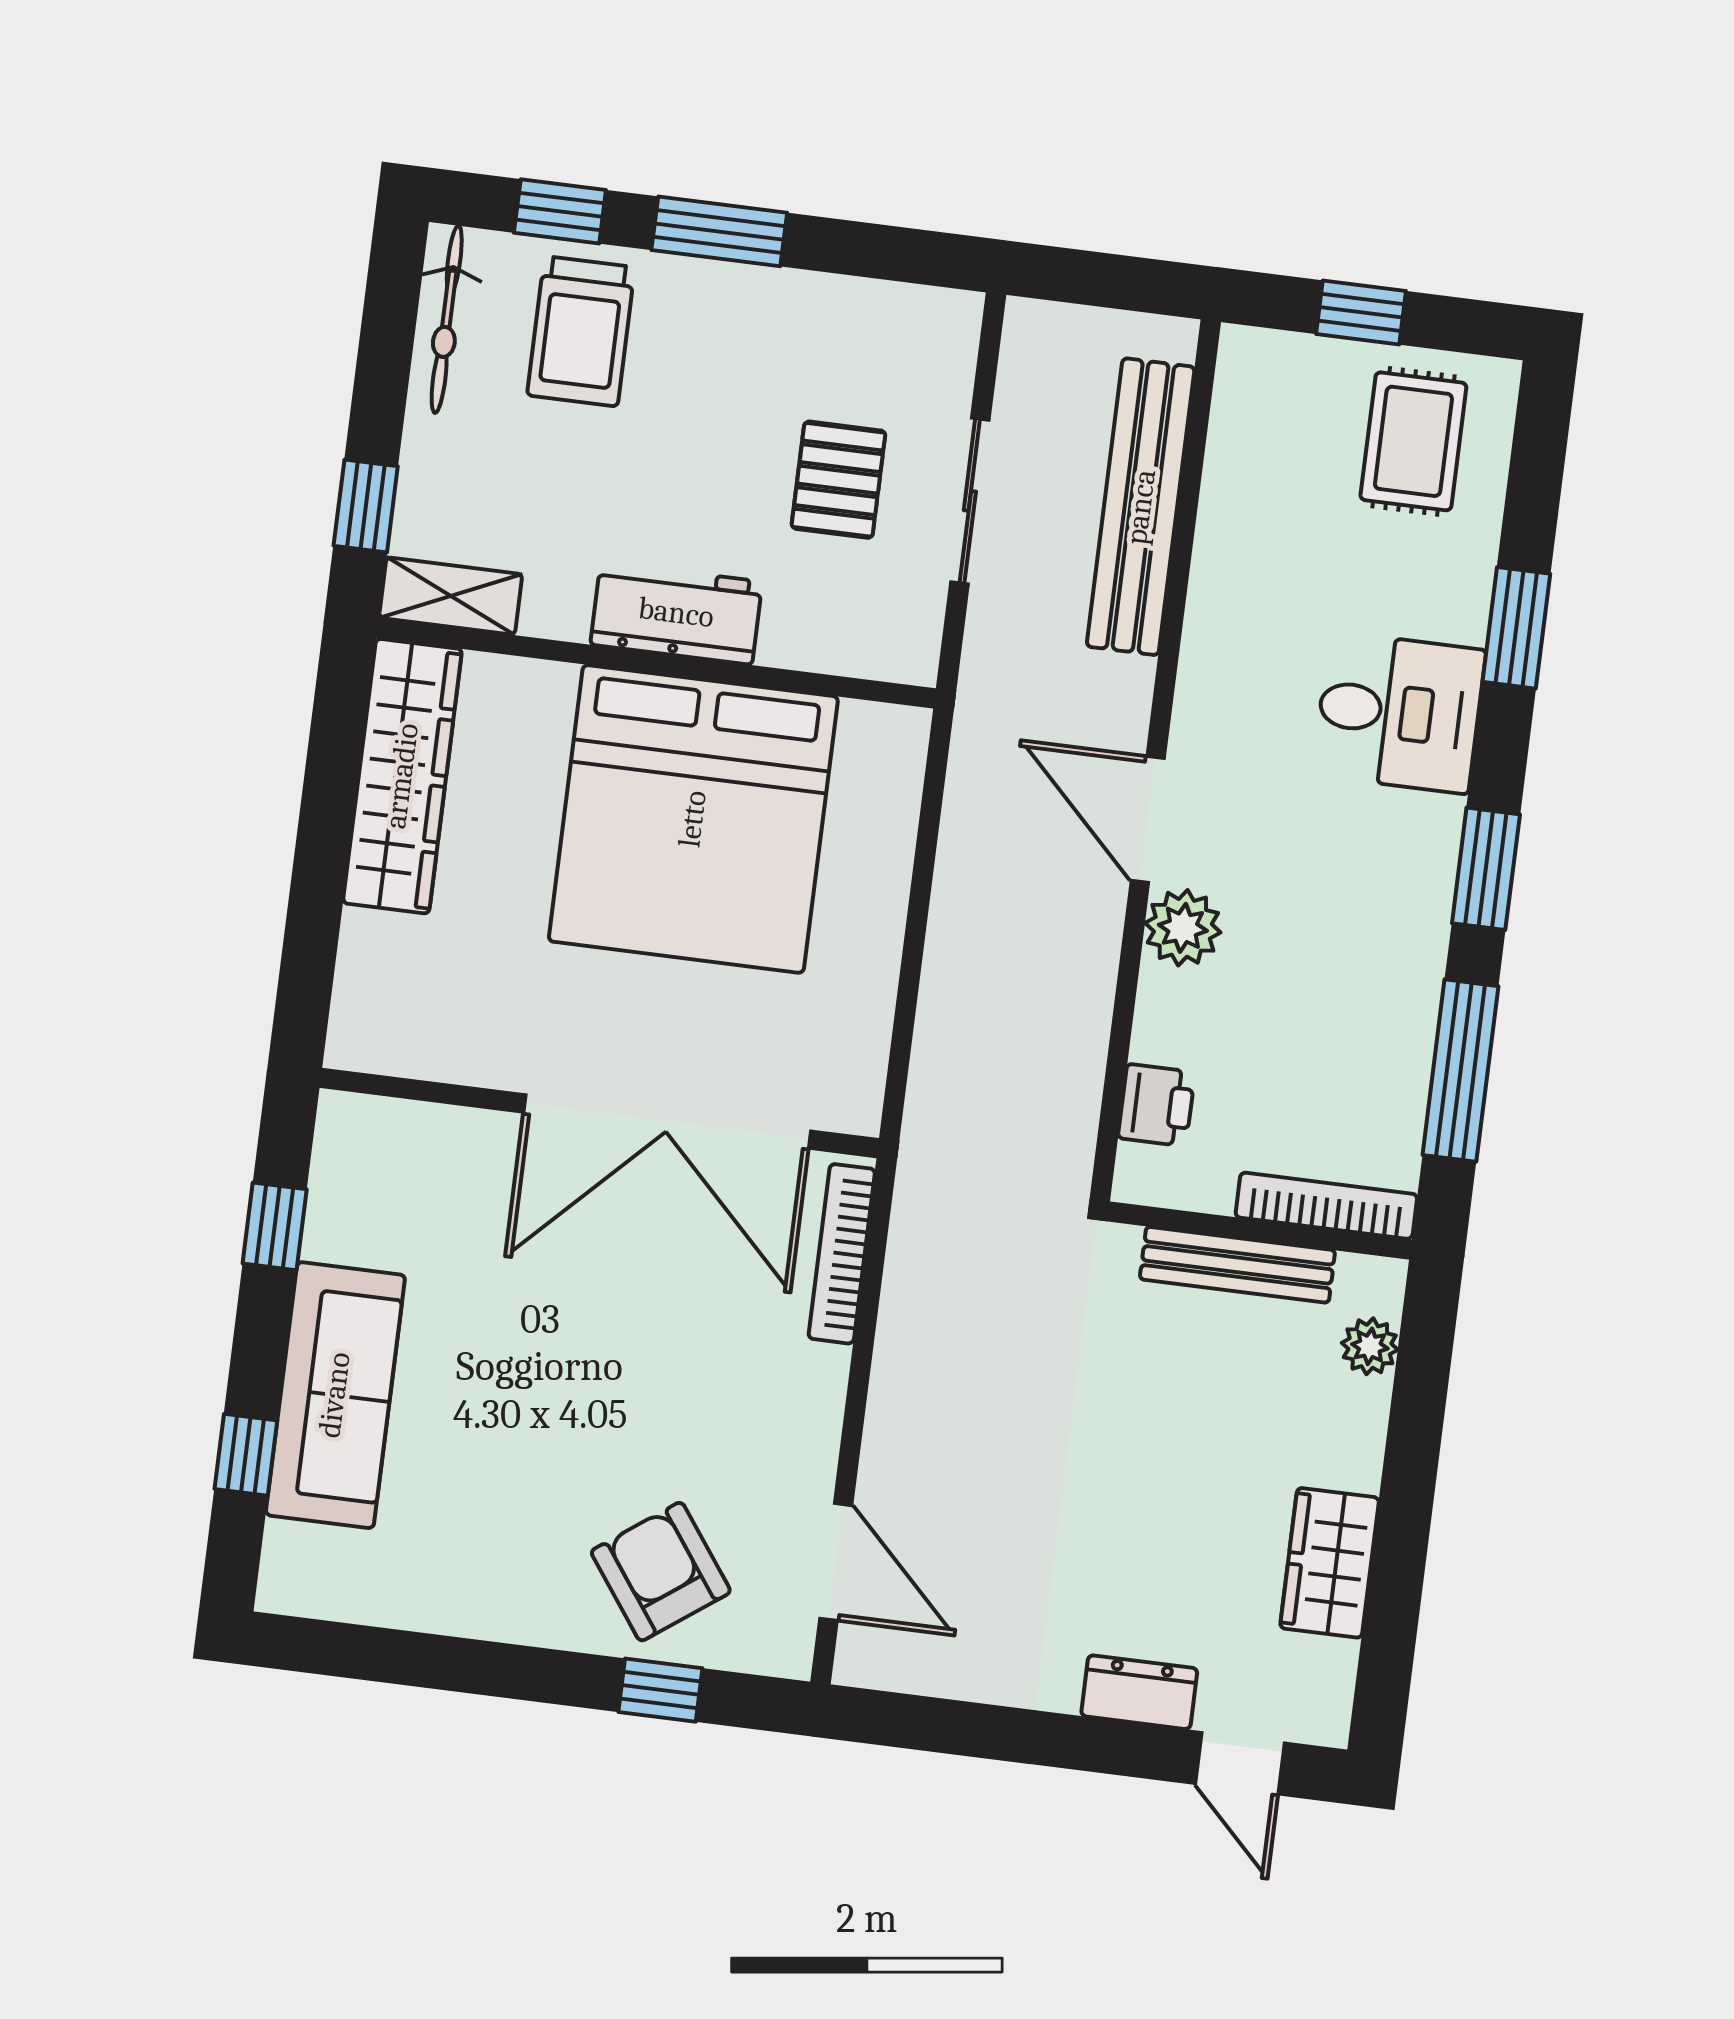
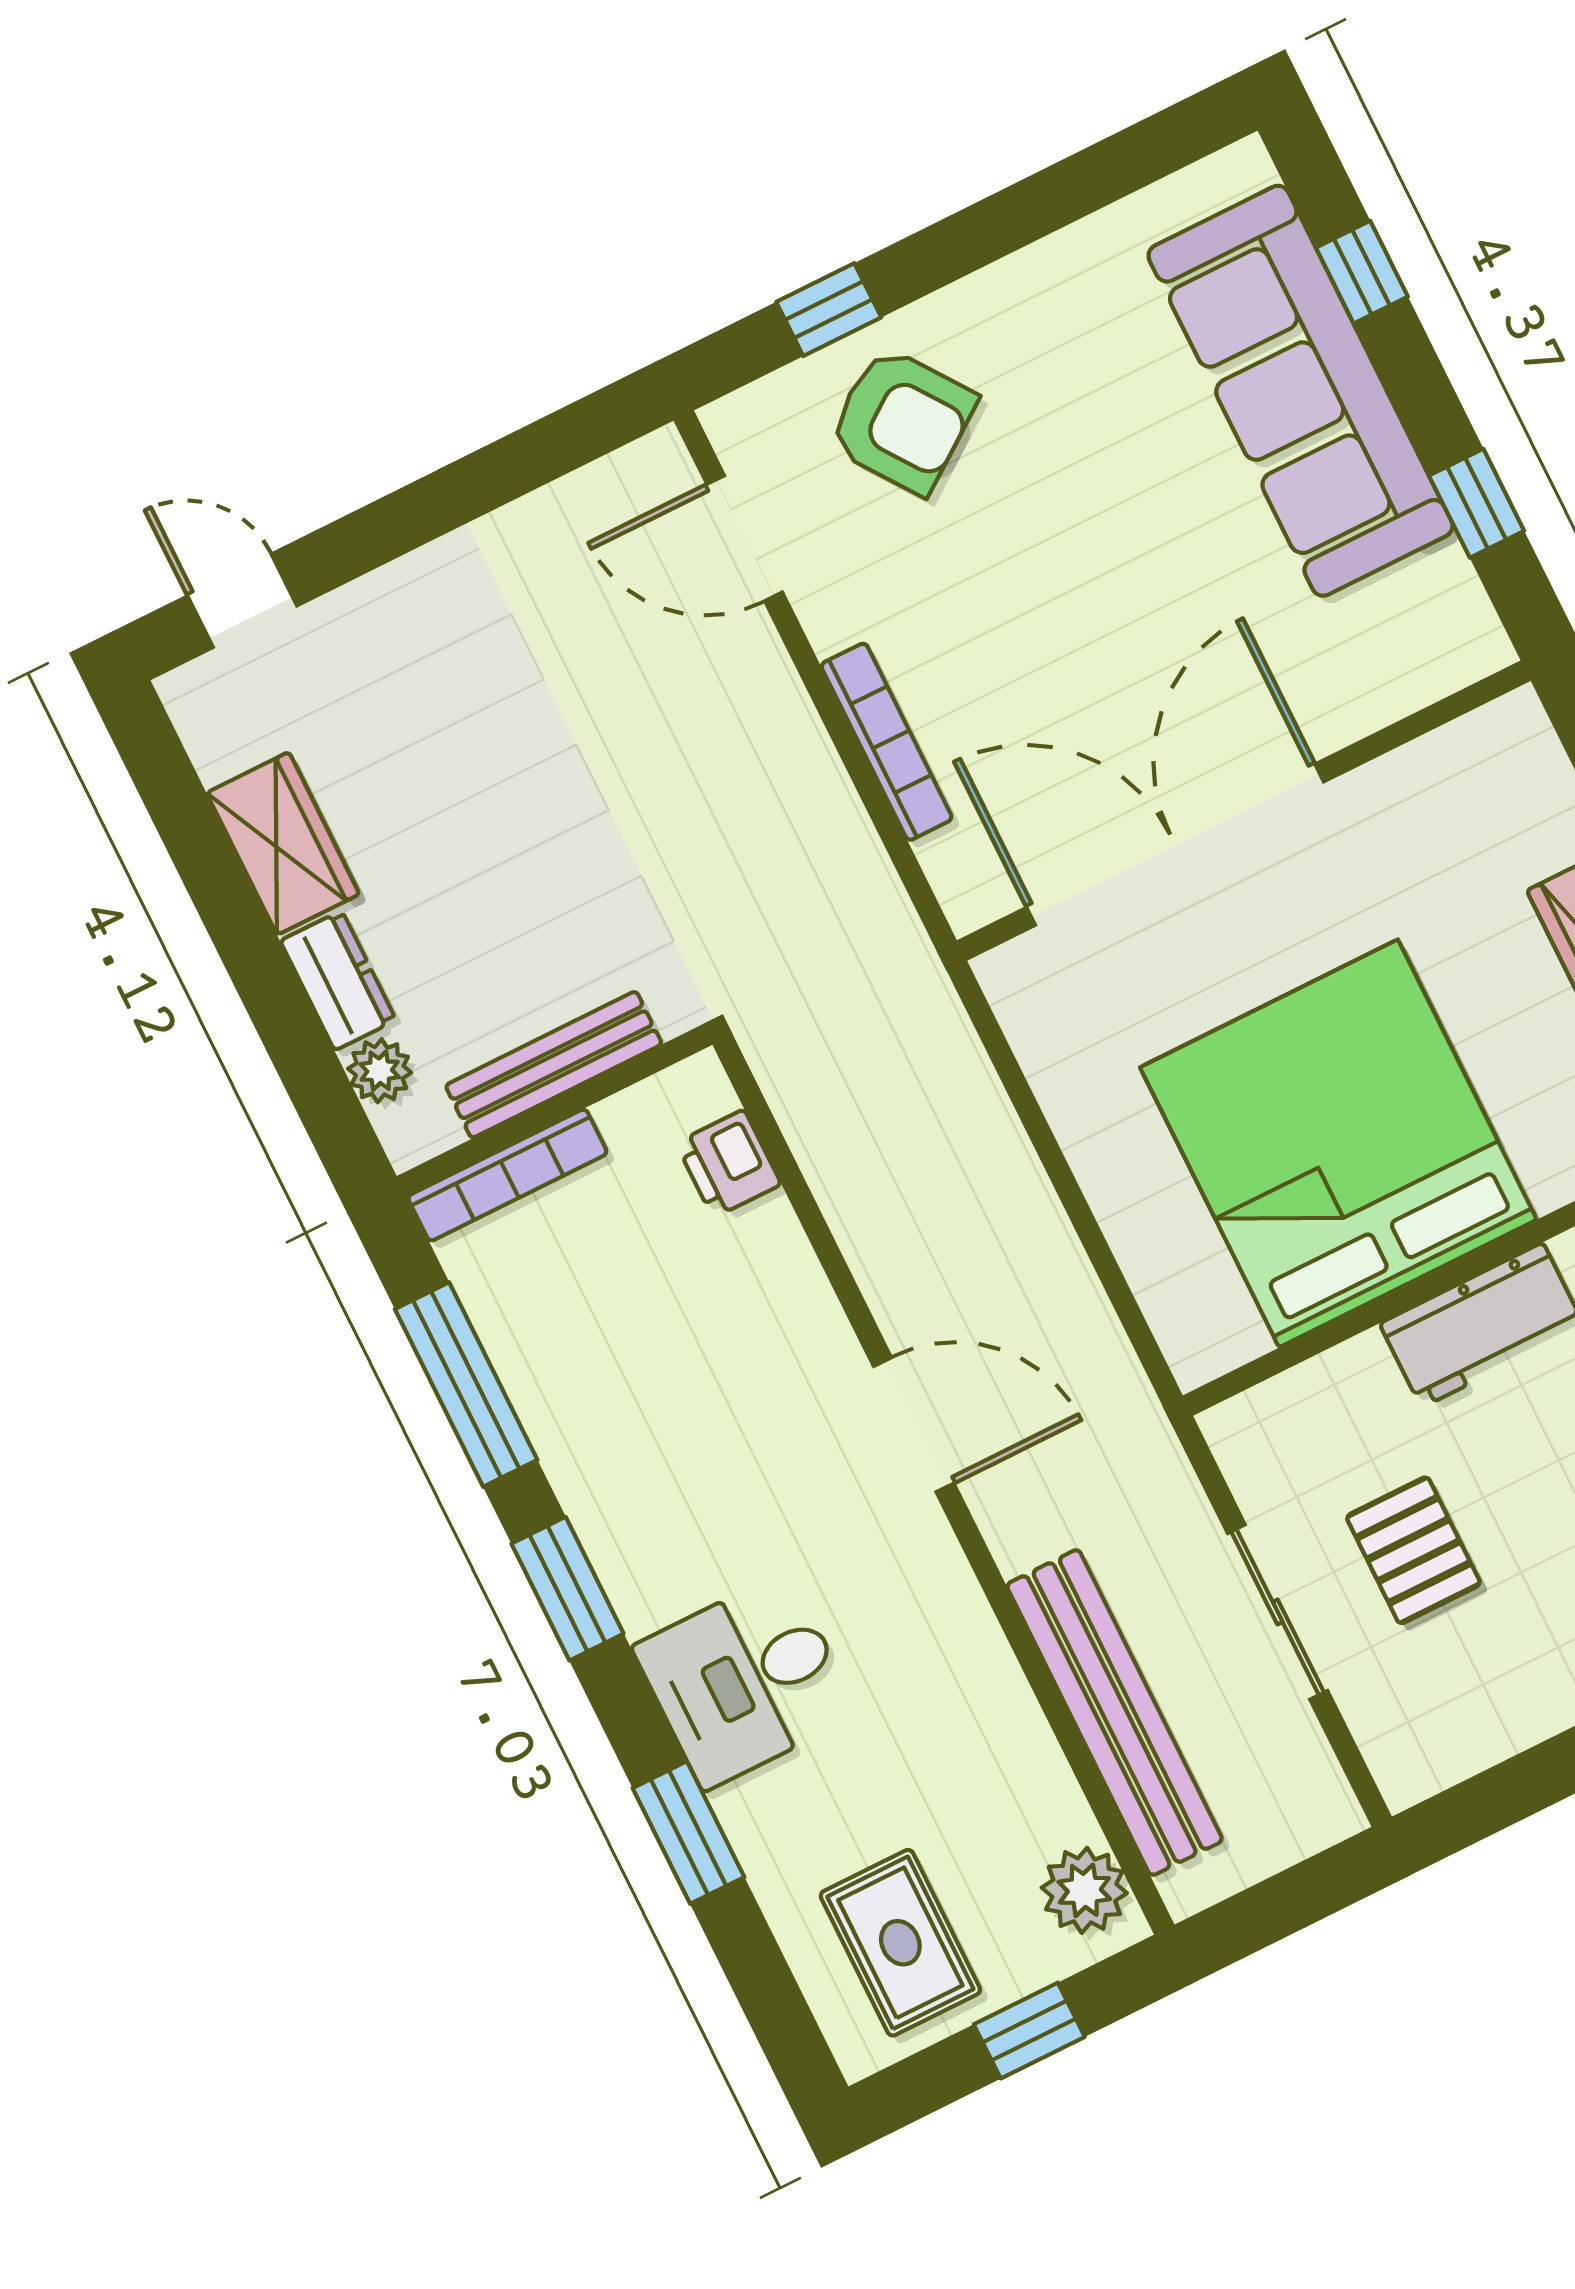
plant: (1183, 928) -> (1084, 1890), moved
bookcase: (842, 1254) -> (887, 742), moved
sofa: (335, 1395) -> (1300, 391), width x1.36, depth x1.27
dresser: (1139, 1692) -> (338, 980), moved, turned -90

